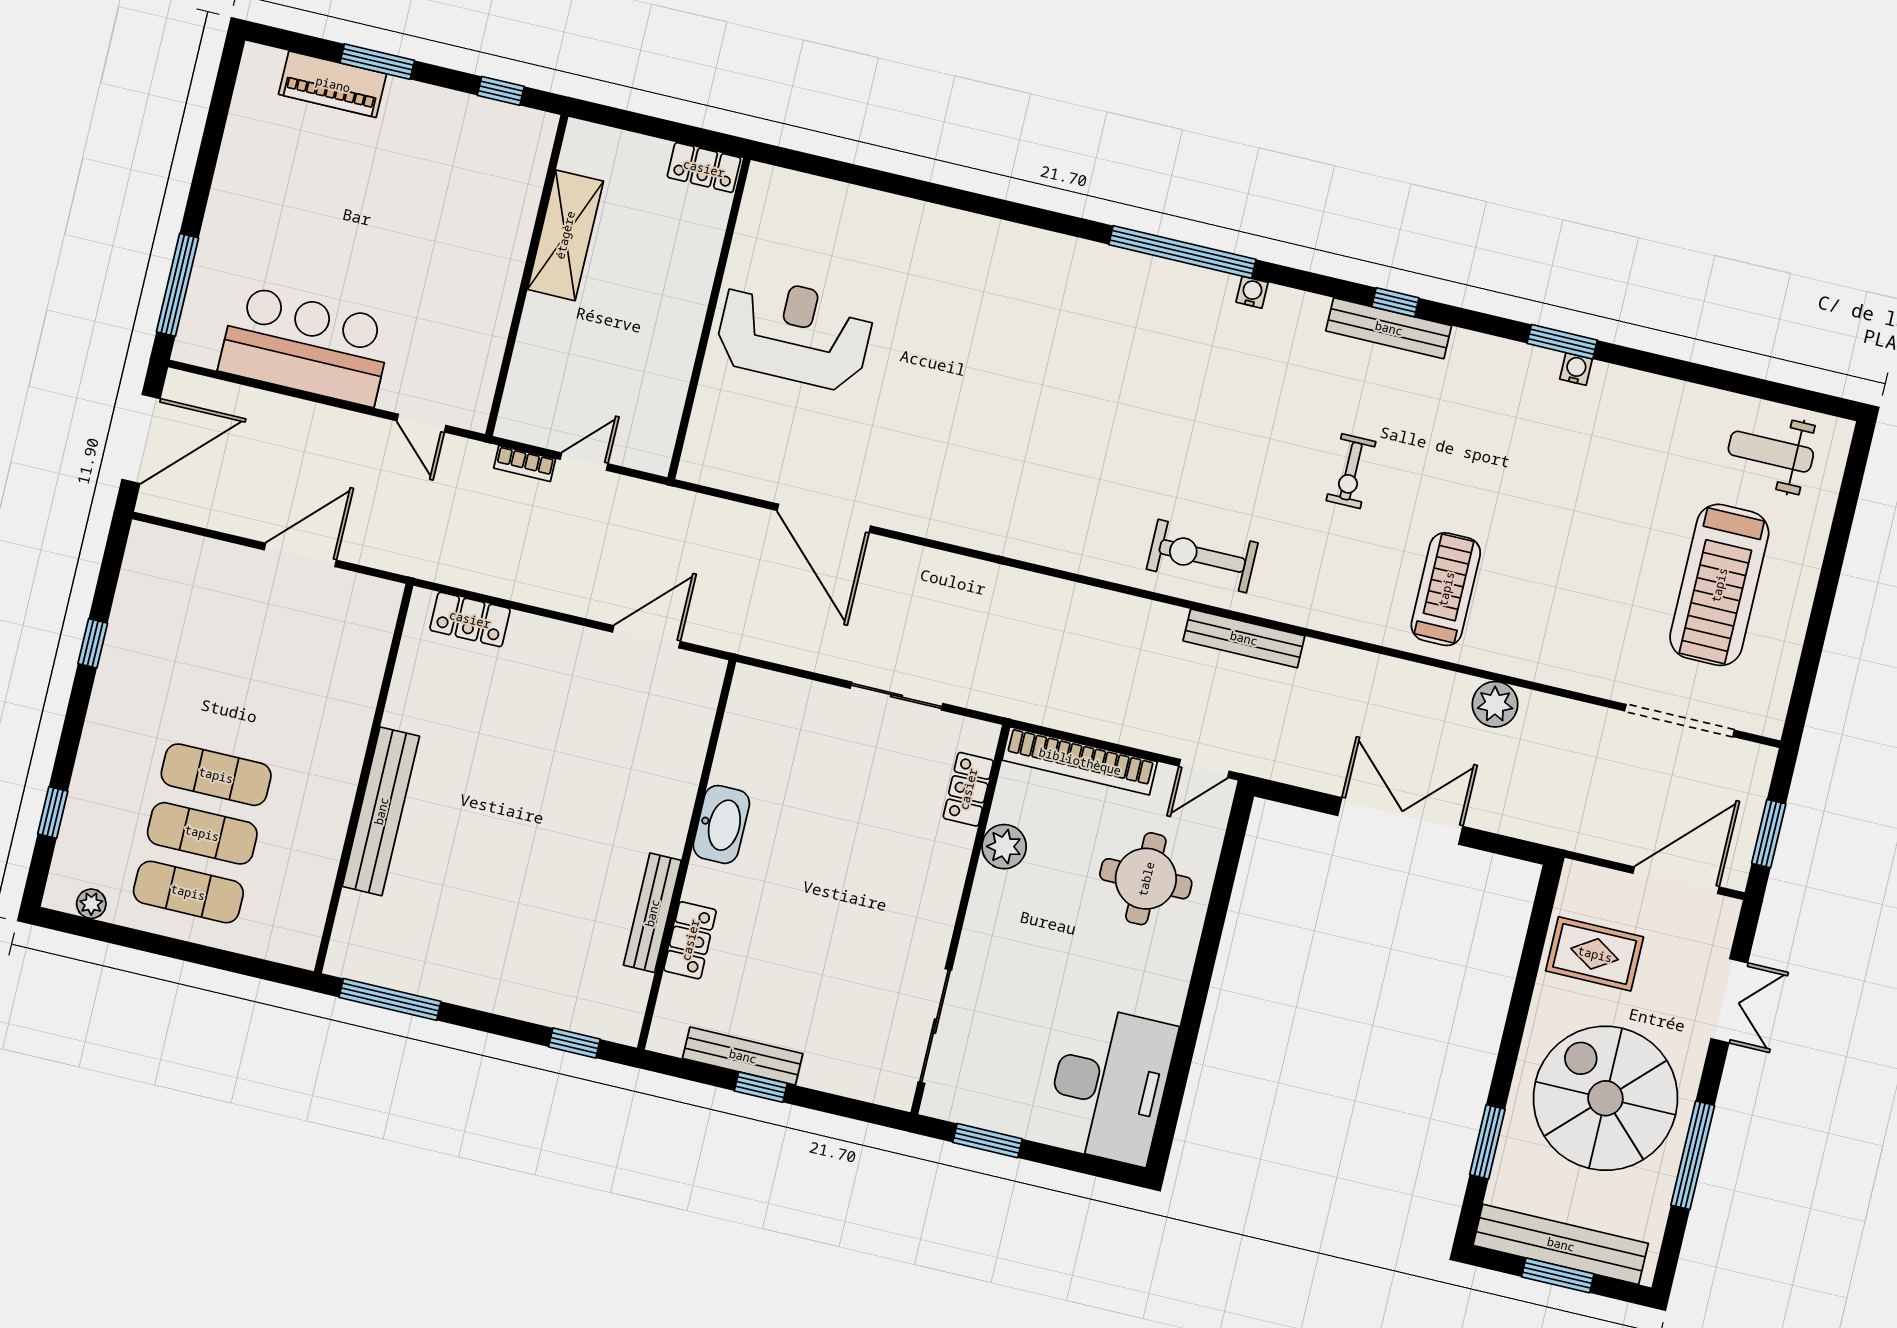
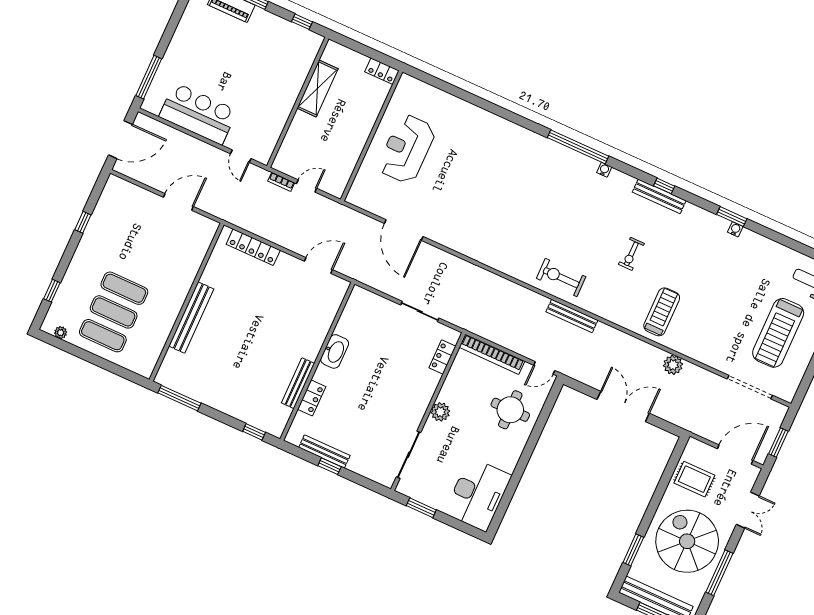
reception desk: (794, 333) -> (407, 149), turned -90
locker: (470, 619) -> (253, 247), width x1.53
plant: (1004, 847) -> (440, 412), moved

